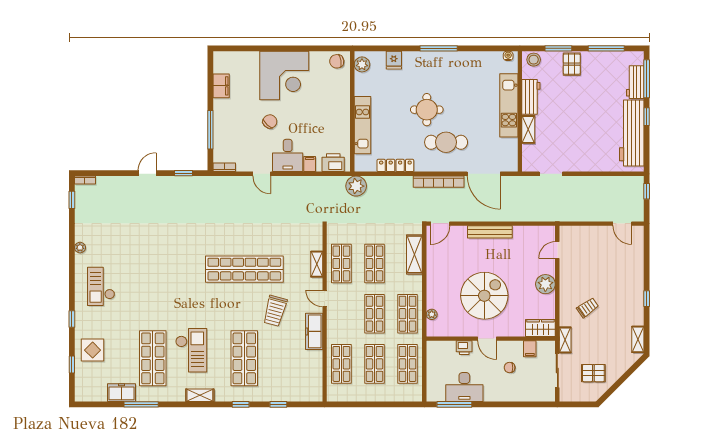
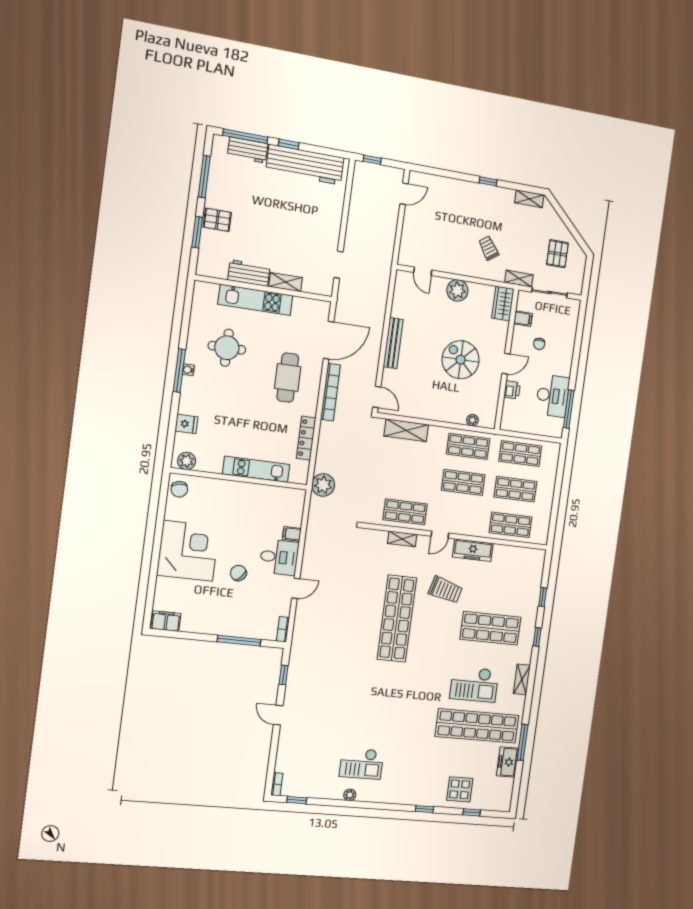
water cooler: (508, 56) -> (188, 370), moved
stool: (534, 60) -> (206, 263), removed
filing cabinet: (221, 86) -> (166, 621), moved
round table: (427, 110) -> (227, 348), moved
printer: (333, 163) -> (294, 507), removed
shop shelf: (374, 263) -> (410, 476), removed
checkout: (101, 286) -> (361, 763), moved
spiral stairs: (484, 296) -> (461, 360), width x0.73, depth x0.73
checkout: (191, 350) -> (474, 684), turned 180
shop shelf: (153, 358) -> (477, 726), width x1.40

